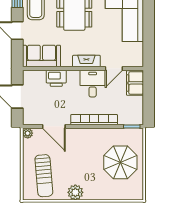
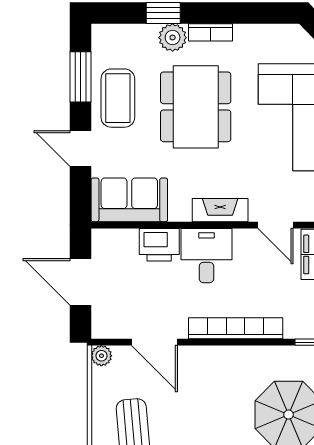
door: (114, 68) -> (276, 225), hinge flipped
desk: (93, 84) -> (206, 256), moved

